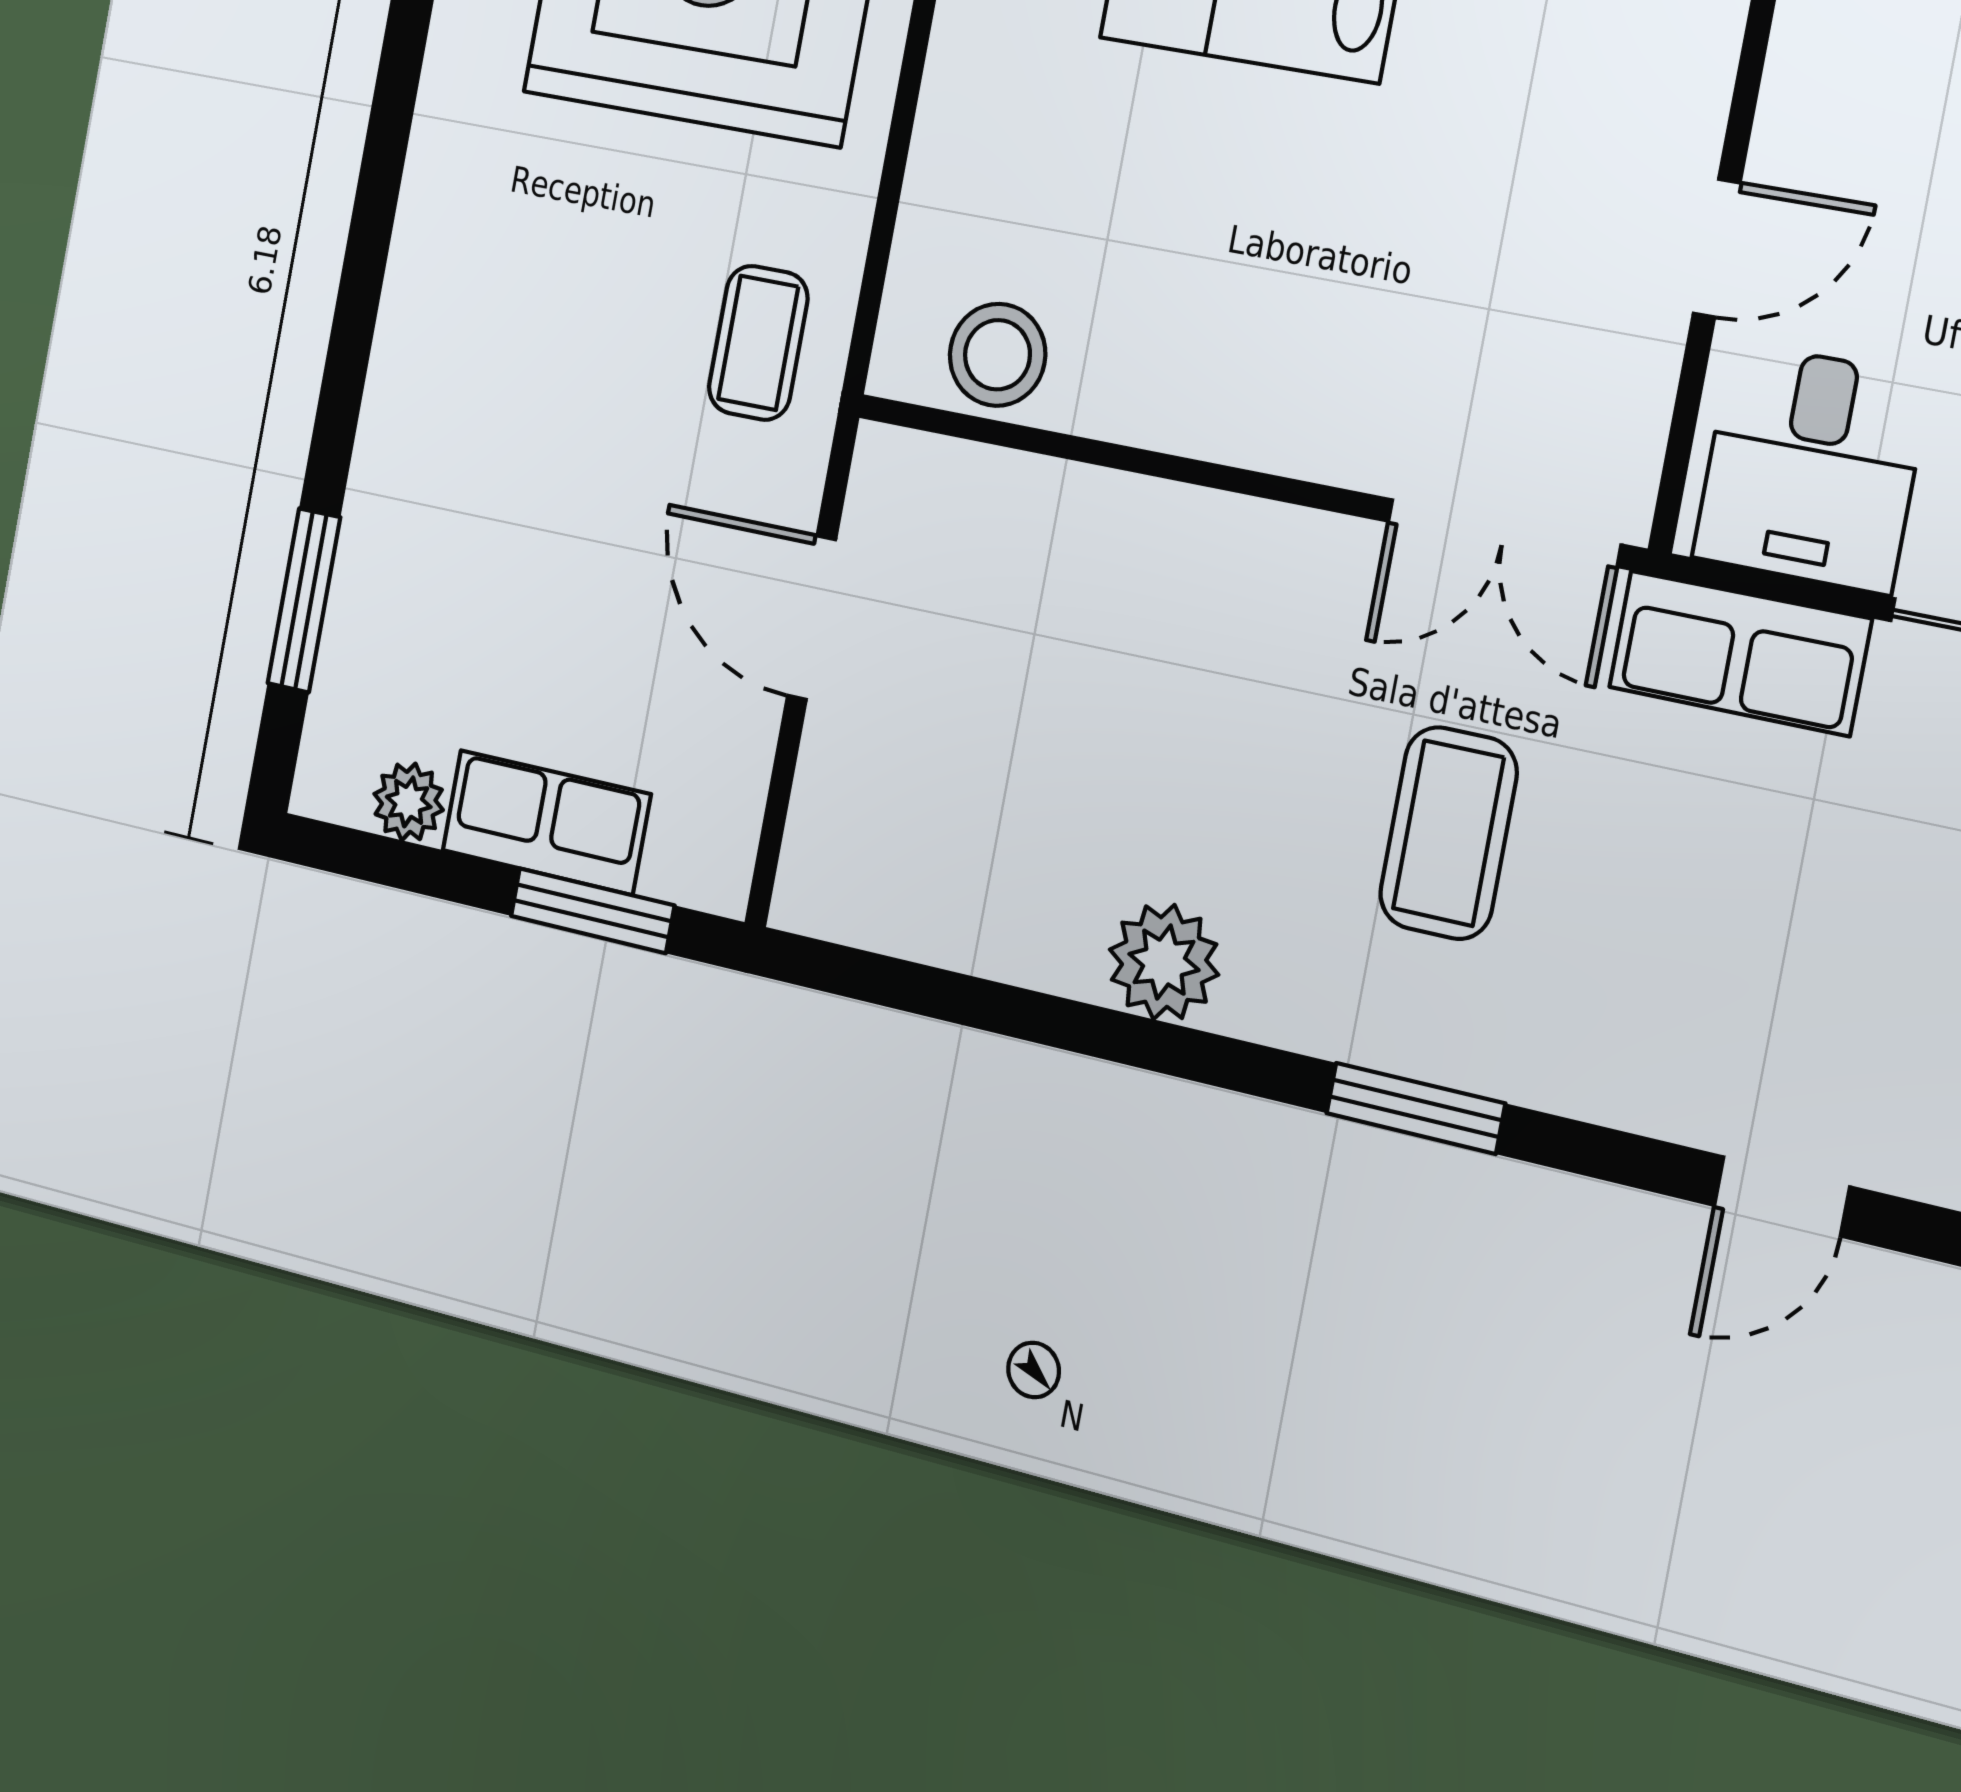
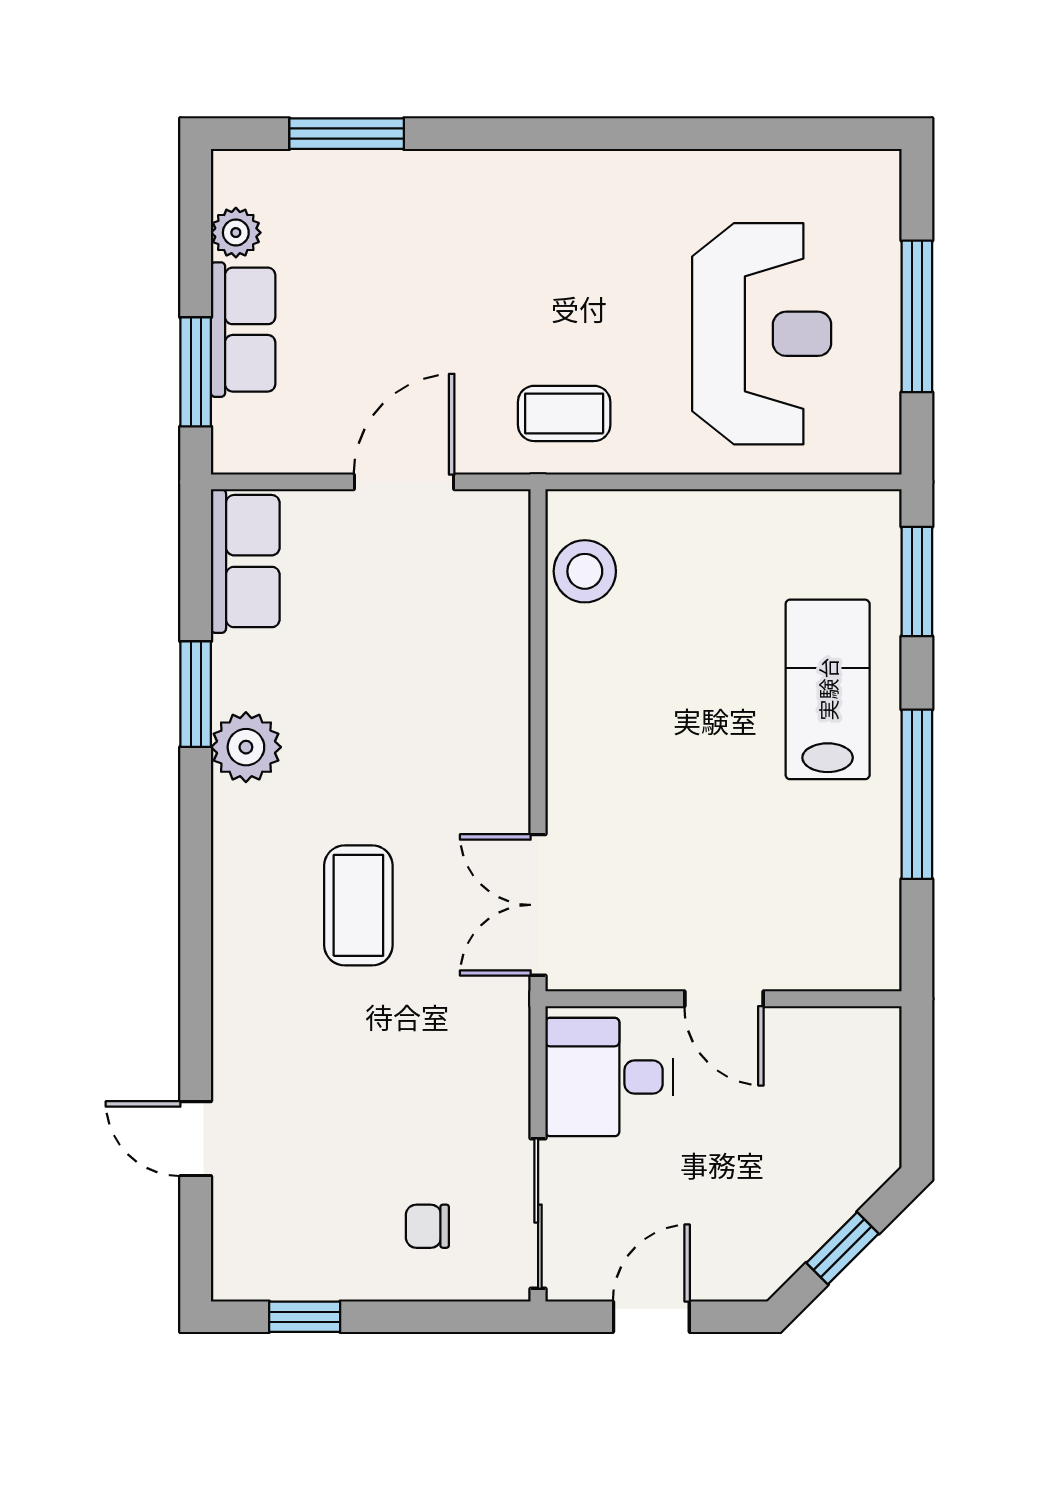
row of seats: (1740, 653) -> (245, 561), moved, turned 180
coffee table: (1448, 833) -> (358, 905), turned 90
window: (1415, 1108) -> (196, 694), moved

